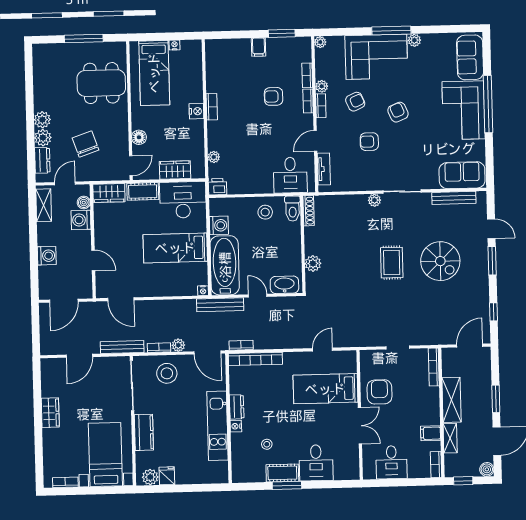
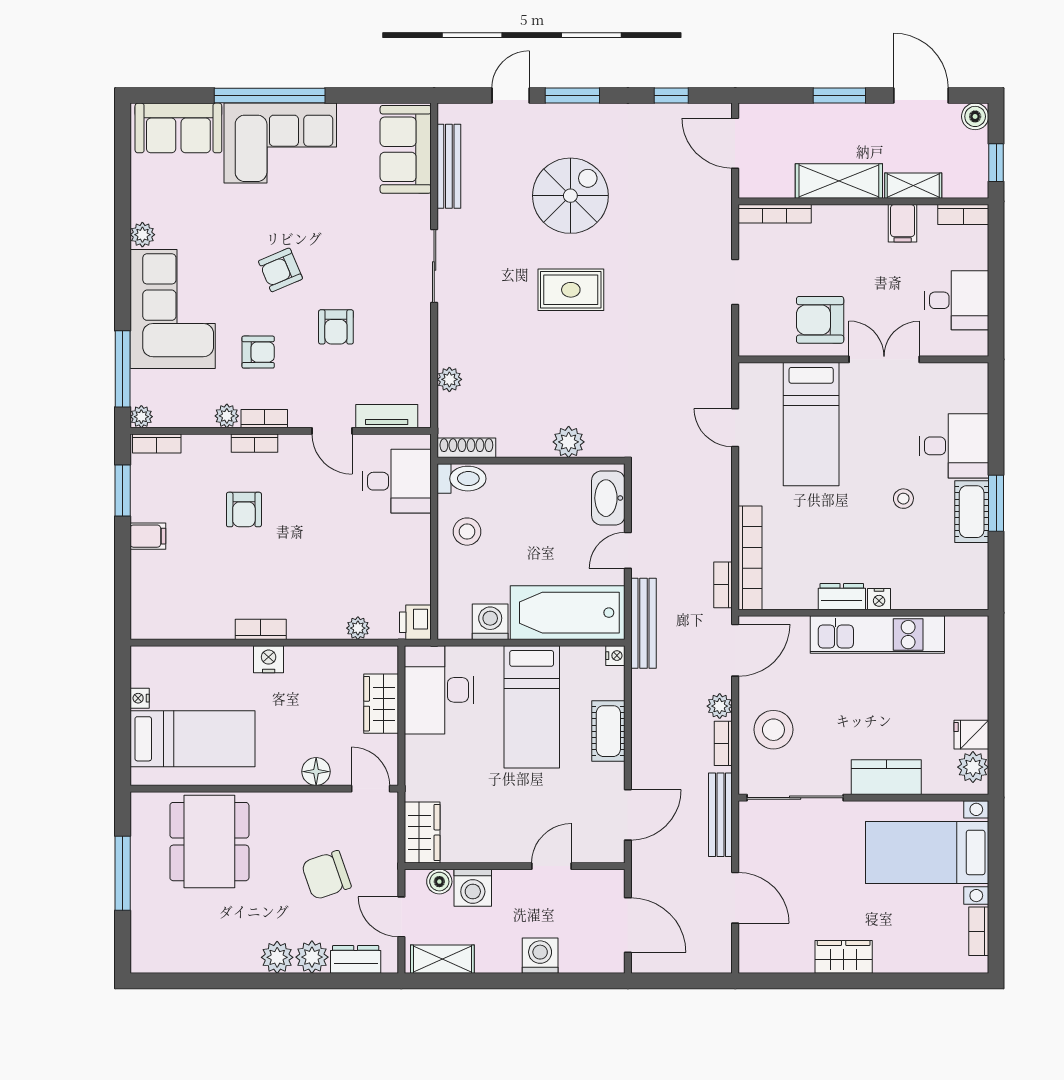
window: (391, 31) -> (123, 369), moved
bookcase: (307, 75) -> (157, 444), moved
armchair: (355, 102) -> (258, 352), turned 114
cot: (143, 191) -> (608, 731), moved
plant: (374, 200) -> (449, 379), moved
stool: (267, 444) -> (903, 499), moved

